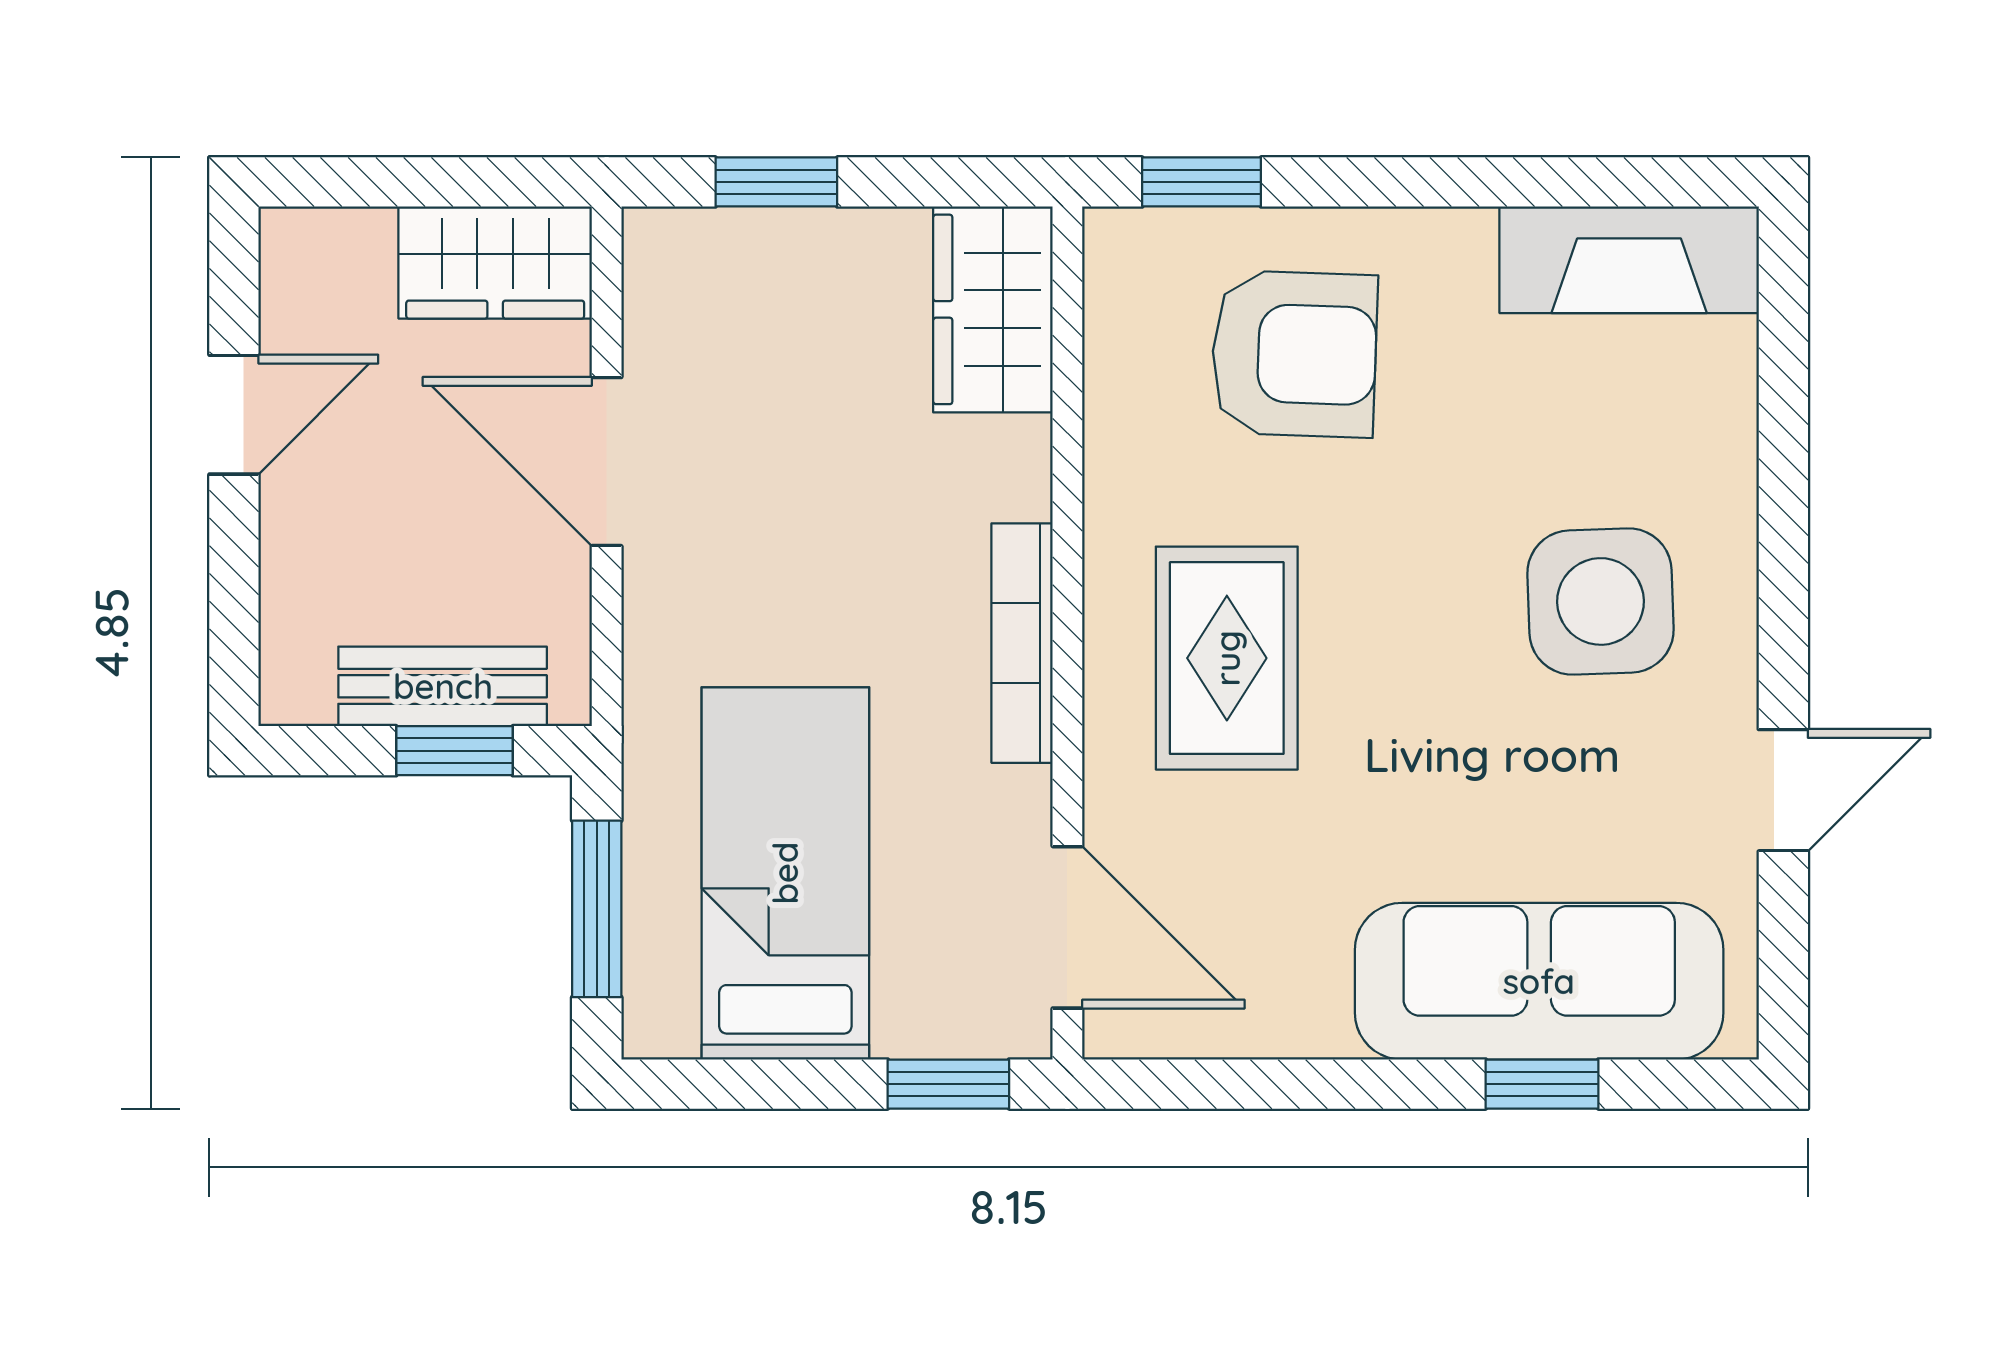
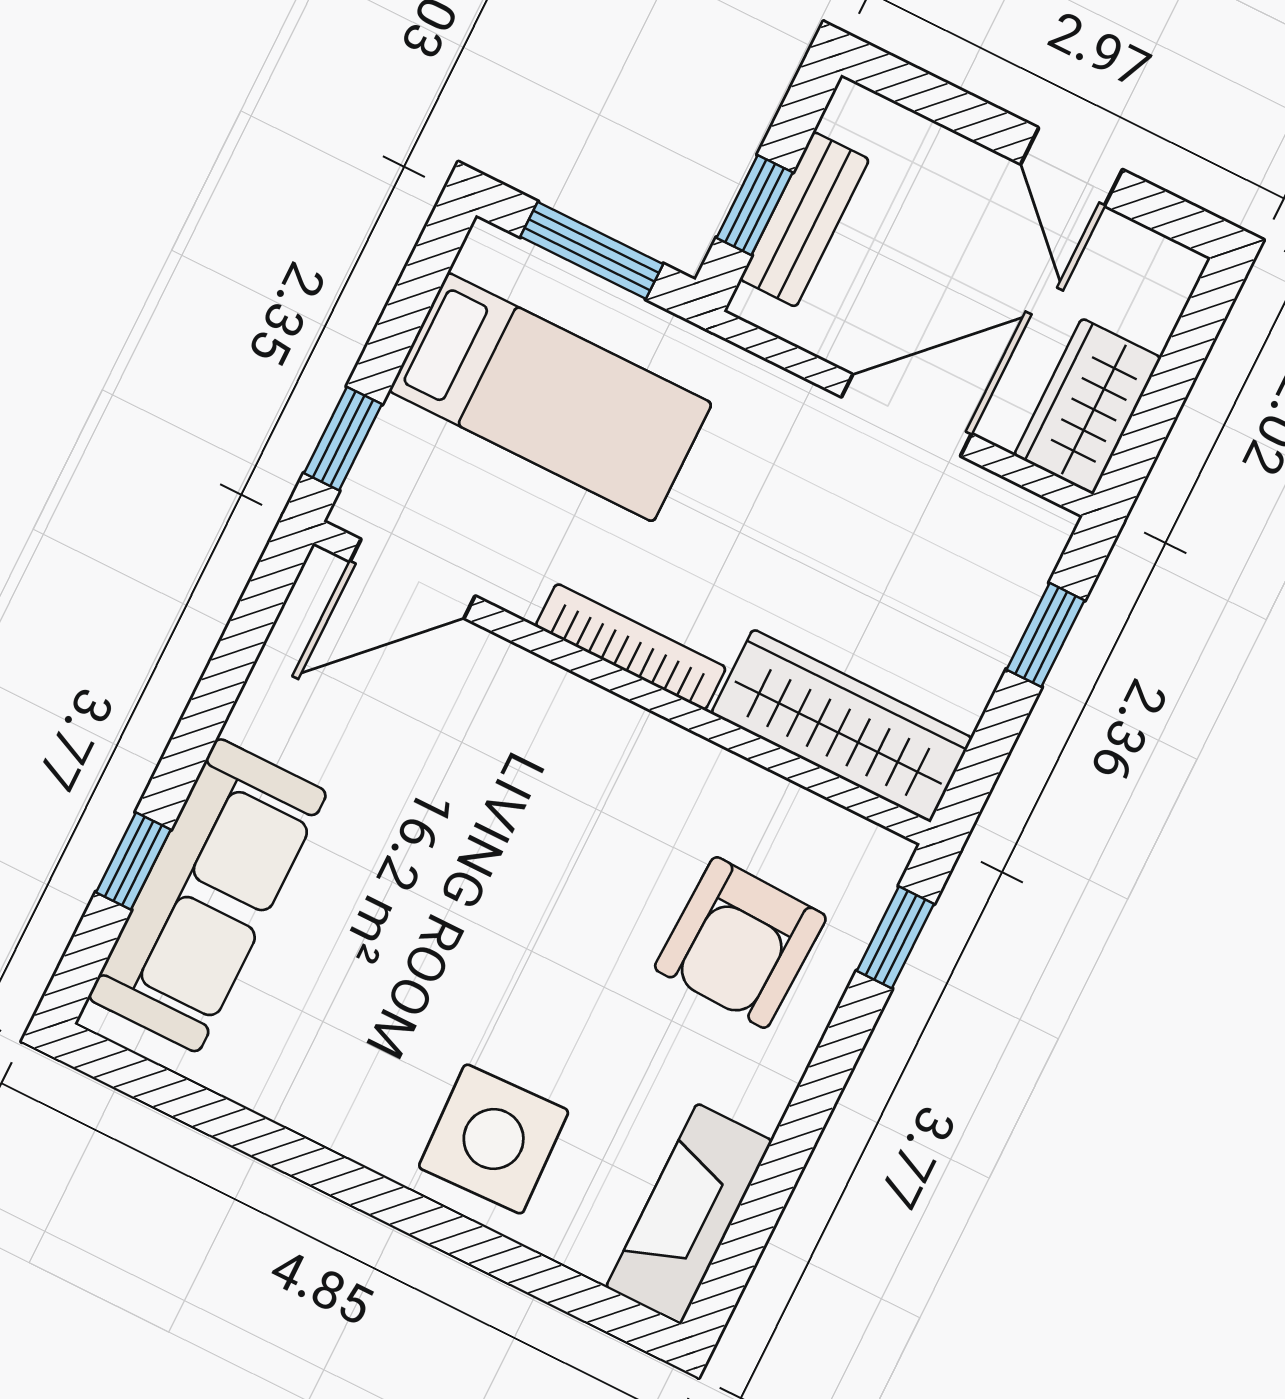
wardrobe: (993, 309) -> (842, 726), width x1.50
side table: (1600, 601) -> (494, 1139), moved
rug: (1227, 658) -> (548, 787), removed
door: (1783, 790) -> (257, 1136), removed

